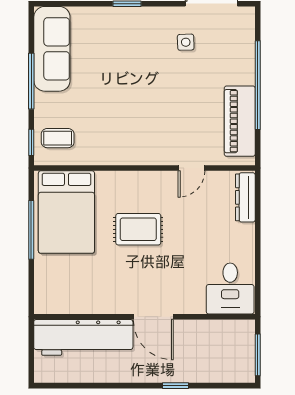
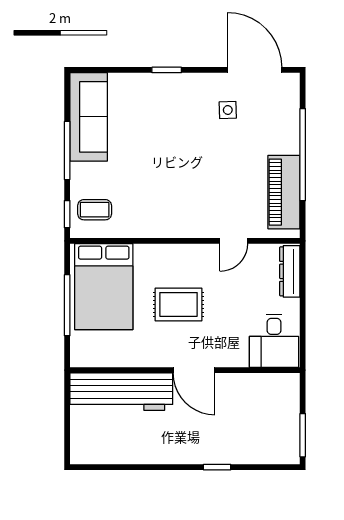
desk: (230, 289) -> (274, 341), moved
wall: (144, 317) -> (185, 370), moved
door: (153, 317) -> (194, 370), moved
workbench: (83, 337) -> (121, 392), moved

